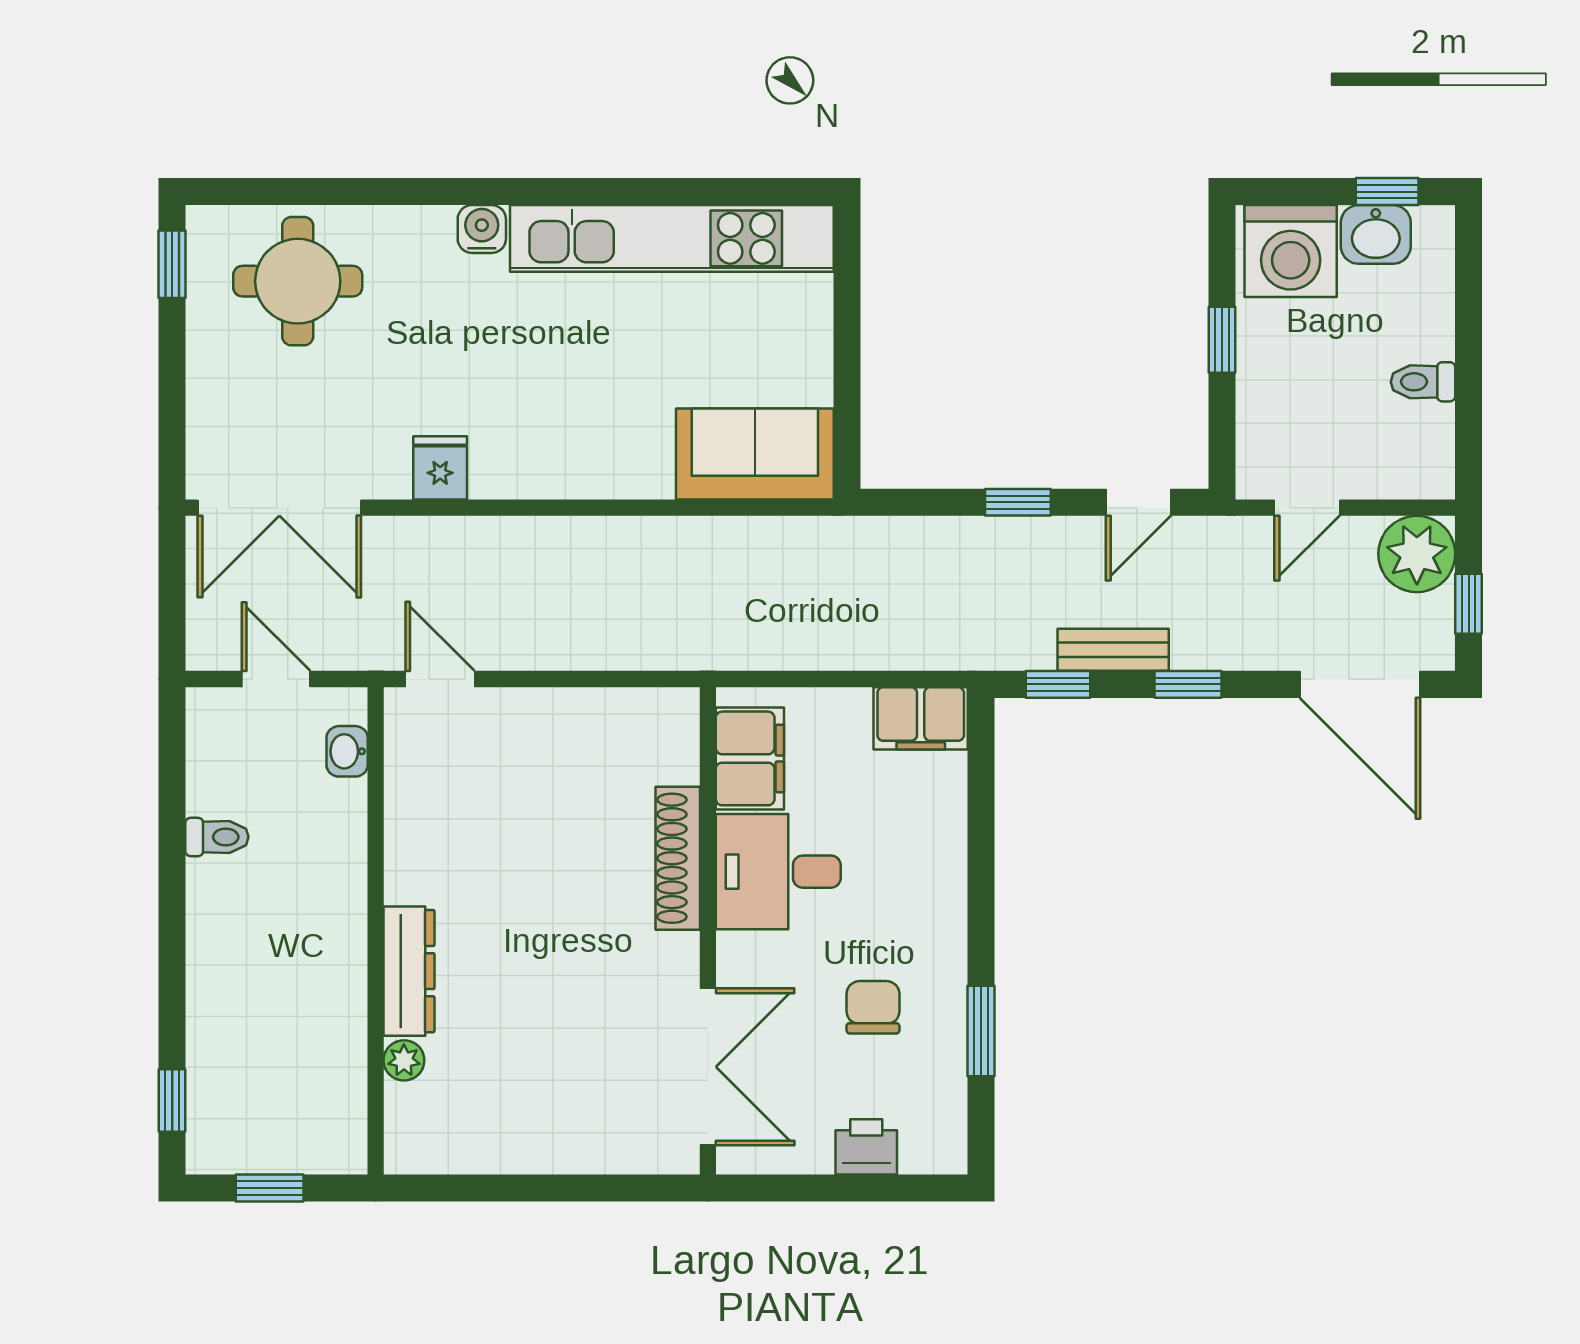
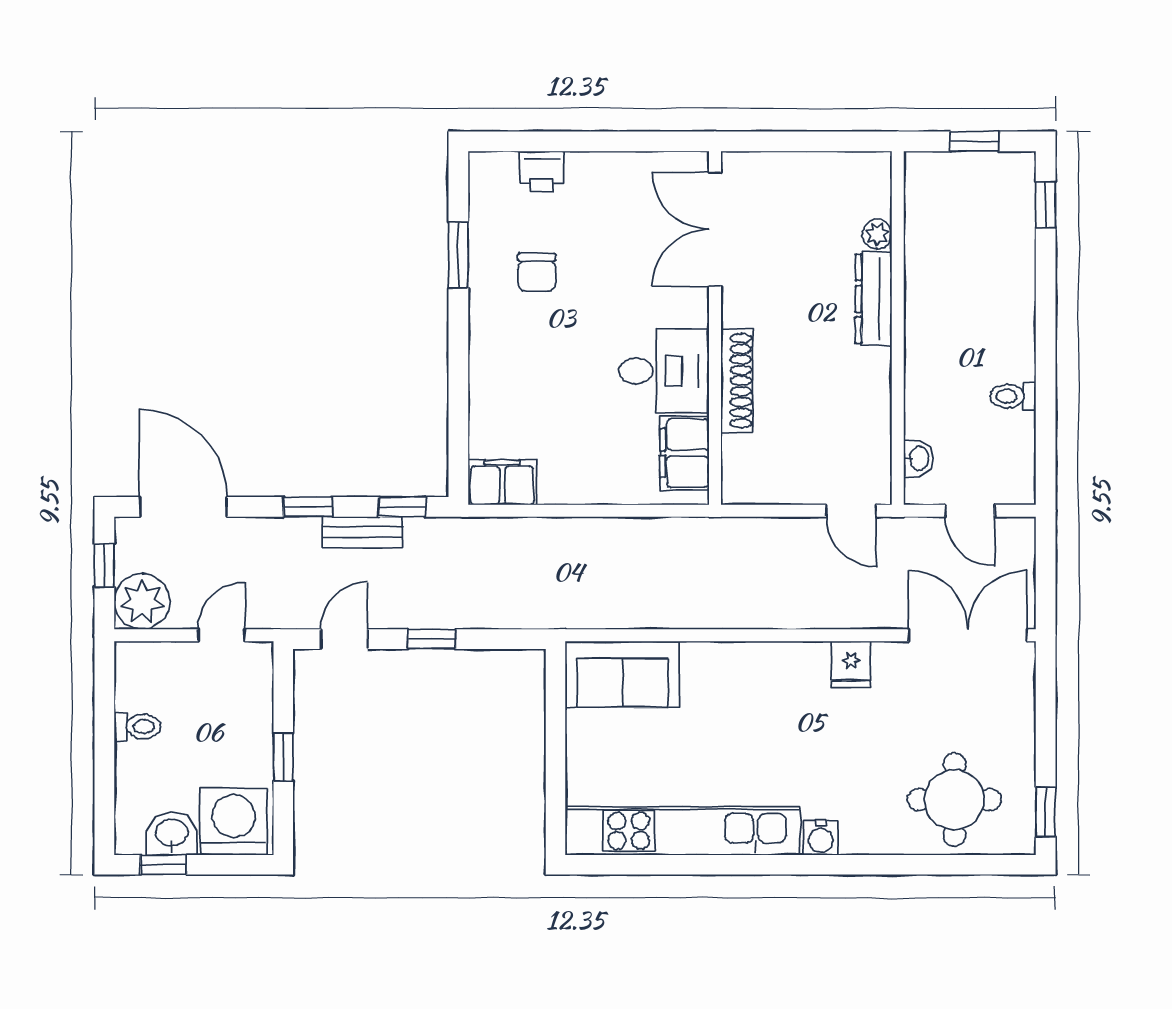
filing cabinet: (750, 758) -> (684, 453), moved
shoe rack: (678, 858) -> (737, 381), moved
desk: (778, 872) -> (664, 371), moved
wall: (708, 931) -> (715, 328), moved
double door: (708, 1067) -> (715, 229), moved

